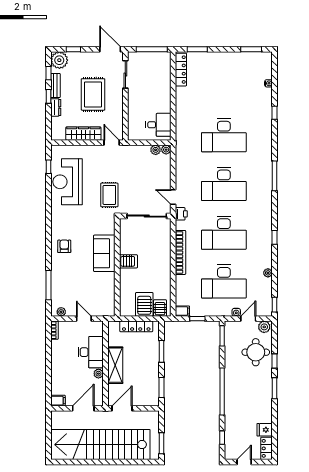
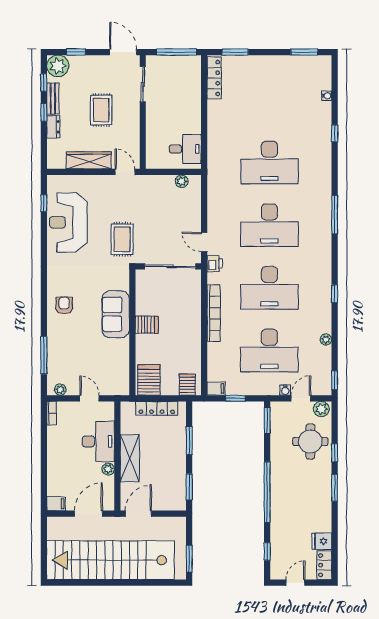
rug: (93, 94) -> (101, 110), width x0.73, depth x0.70
plant: (166, 150) -> (195, 181), removed
server rack: (144, 304) -> (149, 380), moved

